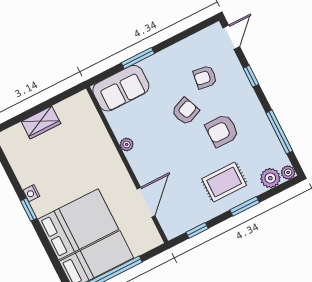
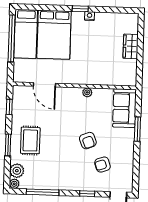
armchair: (205, 77) -> (102, 165), turned -117
armchair: (222, 131) -> (63, 157), removed

